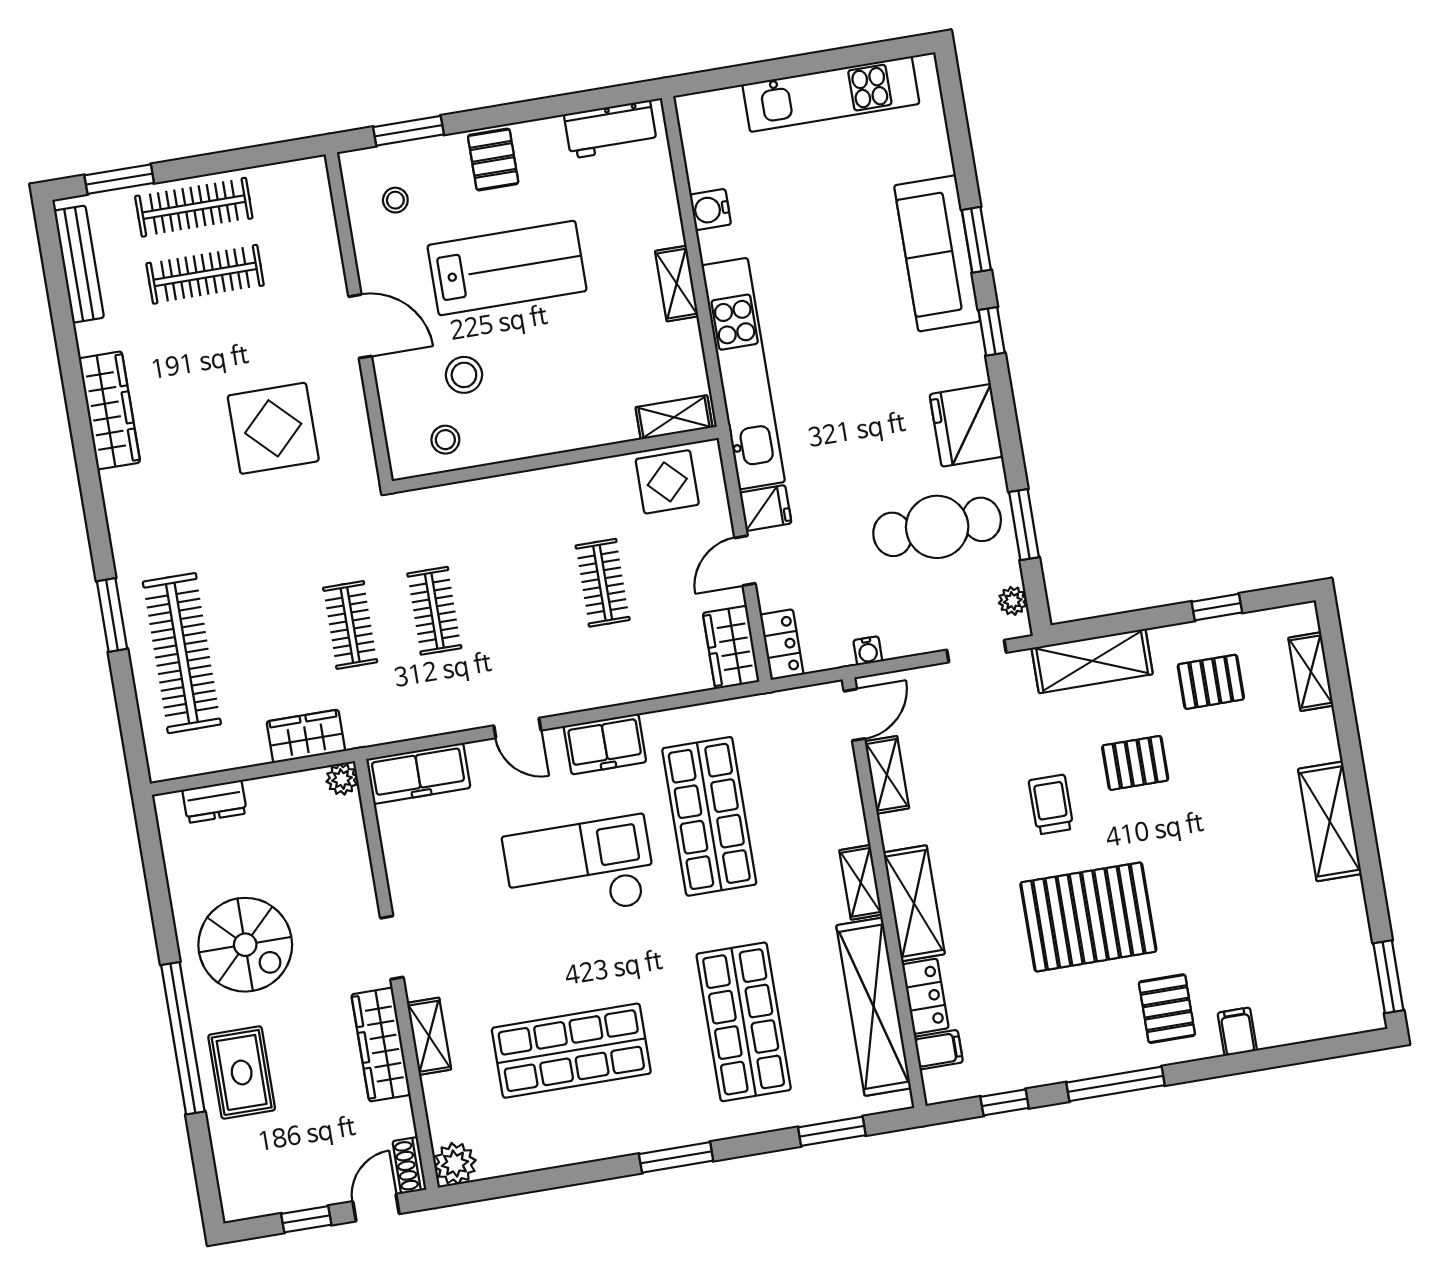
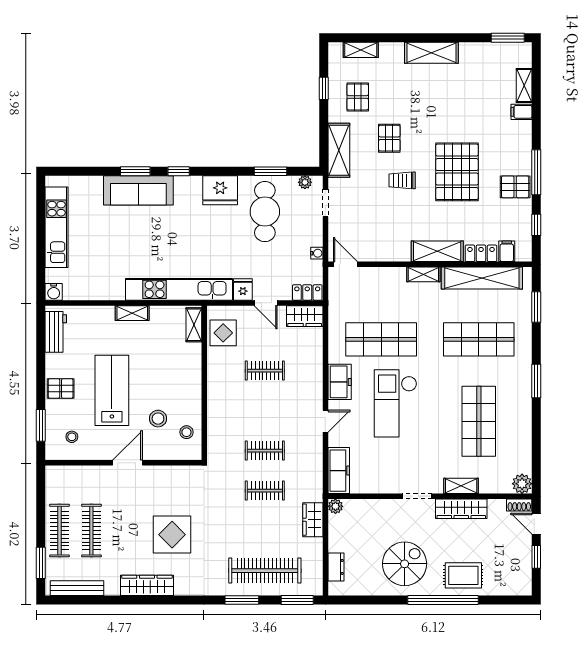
water cooler: (710, 210) -> (54, 292), moved
display table: (273, 428) -> (172, 535), moved
window: (132, 732) -> (297, 600), added
shelving: (887, 775) -> (524, 85), moved, turned 90
pallet: (1167, 1009) -> (515, 187), moved

